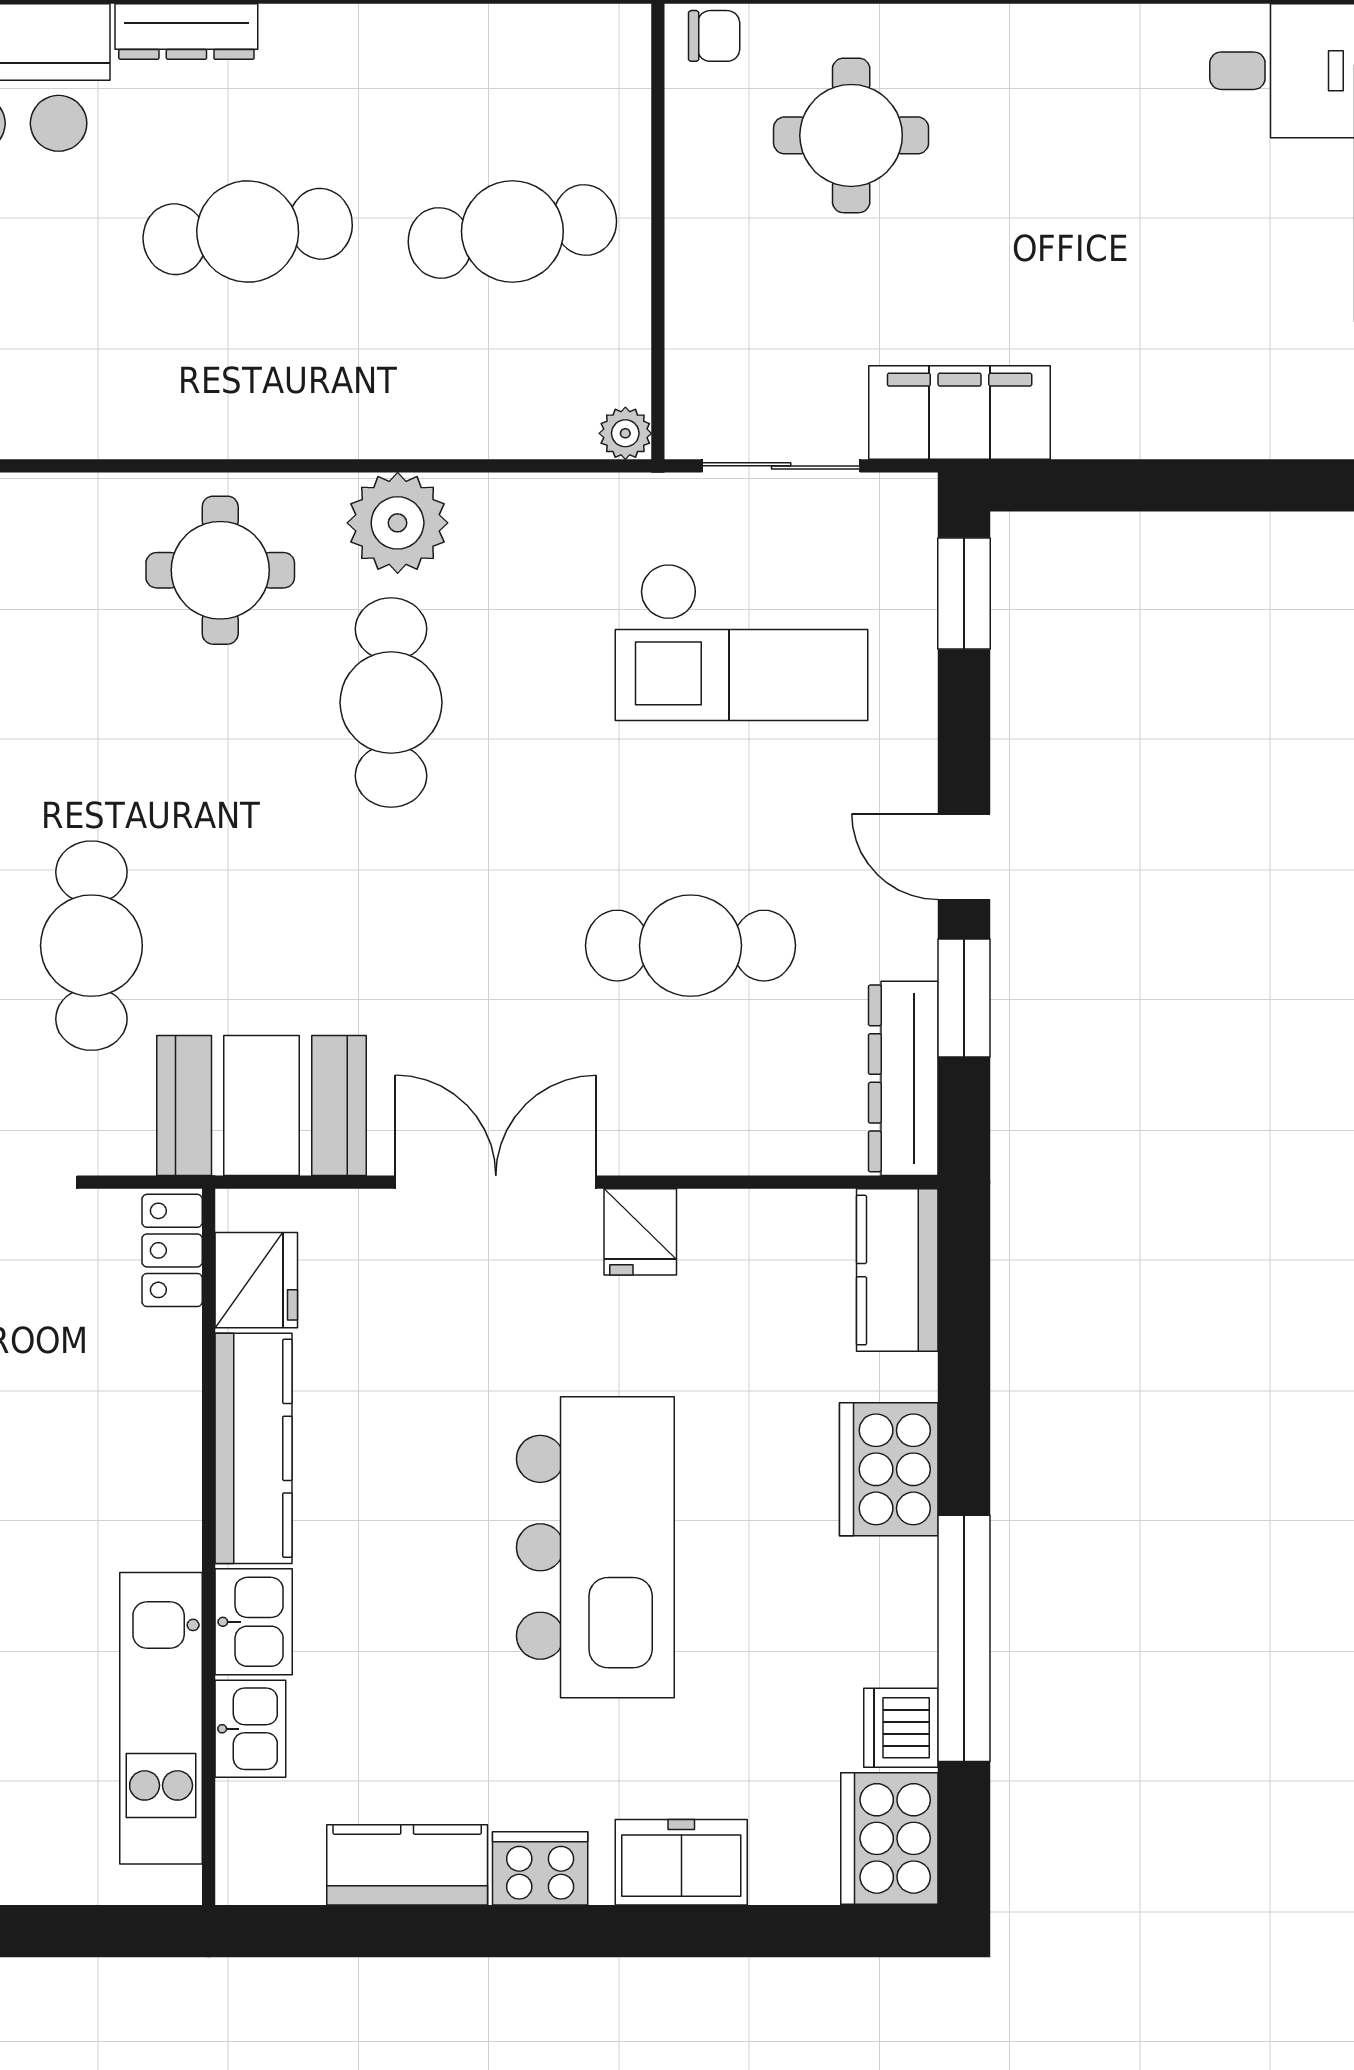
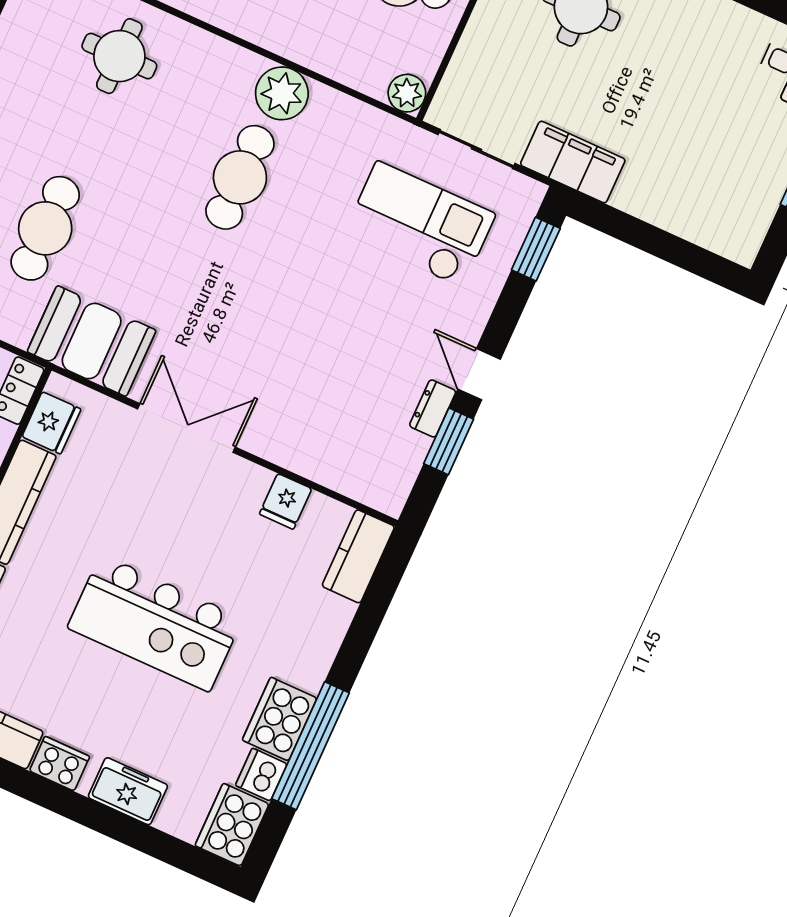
plant: (625, 433) -> (407, 93), width x1.38, depth x1.38
round table: (220, 570) -> (119, 56), moved
checkout: (742, 642) -> (420, 224), turned 180
cafe table: (691, 946) -> (330, 357), removed
dresser: (903, 1078) -> (433, 408), moved, width x0.51, depth x0.80
fridge: (640, 1232) -> (286, 501), moved
cooker: (889, 1469) -> (280, 719), moved
kitchen island: (595, 1547) -> (155, 623), turned 90

